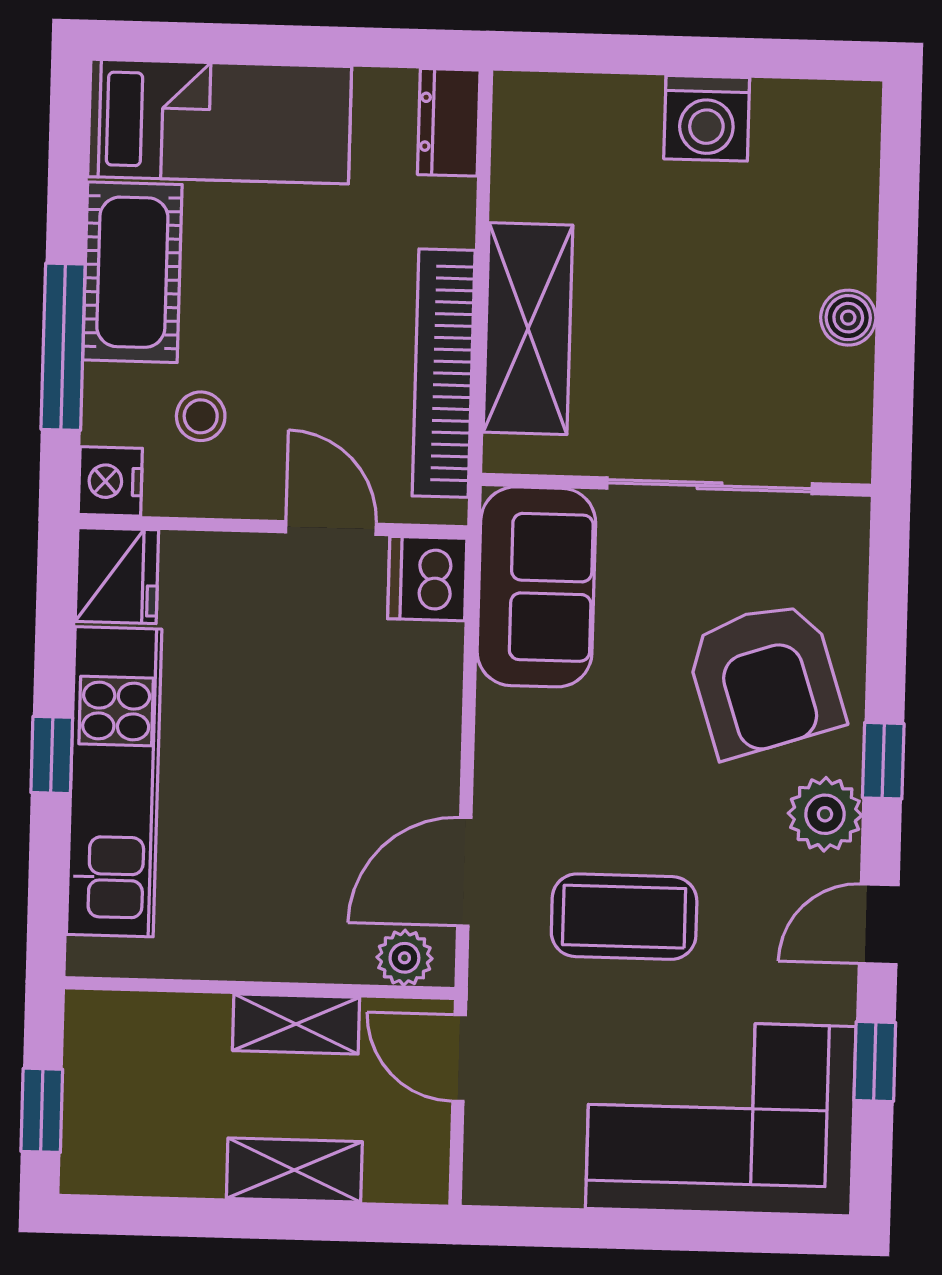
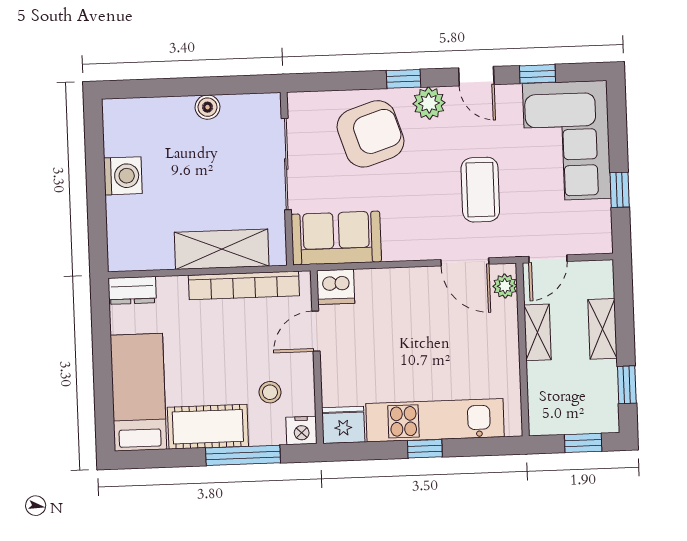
window: (166, 1216) -> (627, 385), added
window: (603, 1229) -> (620, 190), added

